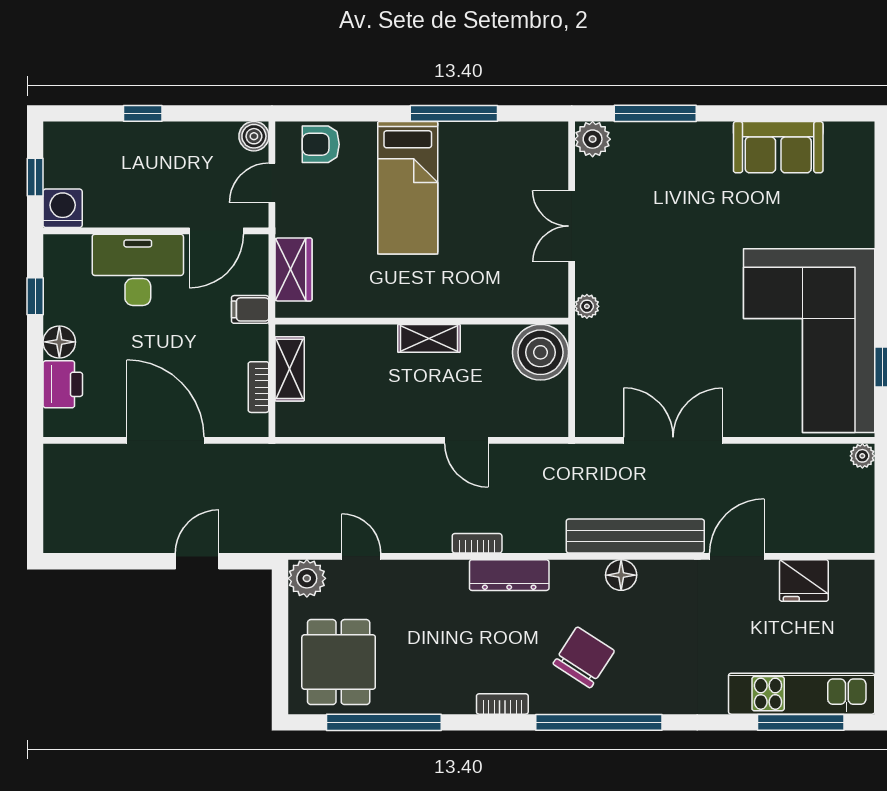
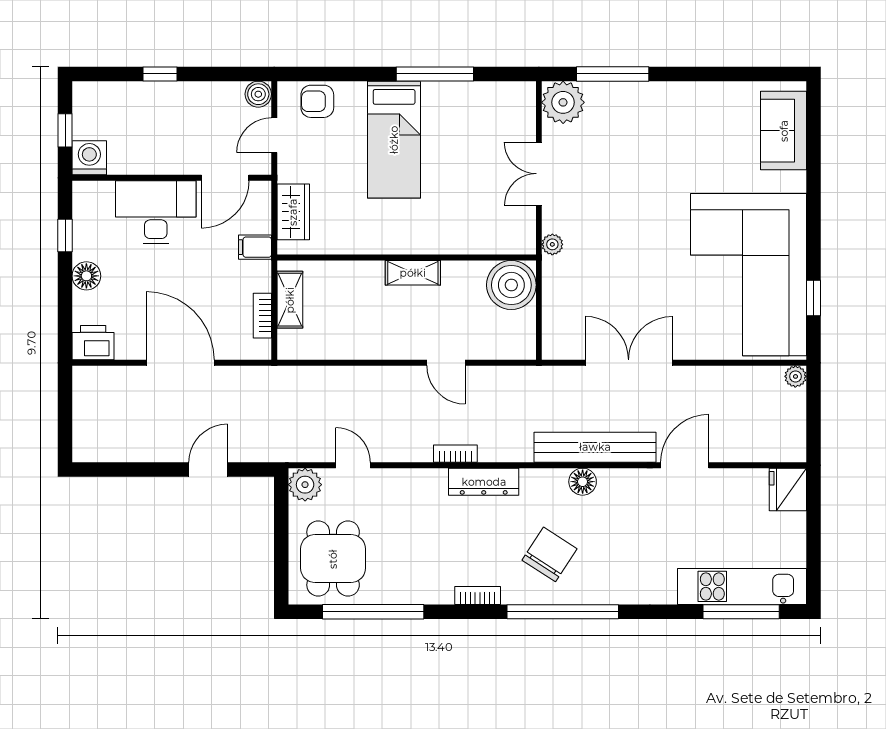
plant: (593, 139) -> (563, 102), width x1.36, depth x1.36
sofa: (778, 147) -> (784, 131), moved, turned 90
printer: (63, 384) -> (93, 343), moved, turned -90
fridge: (804, 581) -> (788, 490), moved, turned 90

